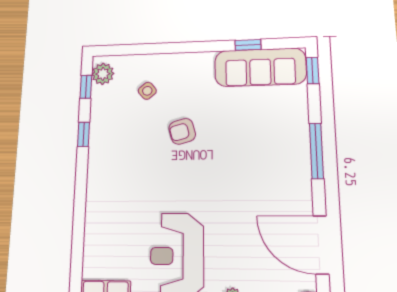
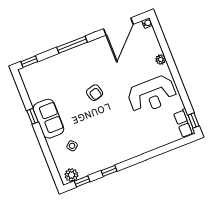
window: (248, 45) -> (33, 116), moved
sofa: (260, 67) -> (49, 119), moved, width x0.73
armchair: (182, 131) -> (95, 93), moved

